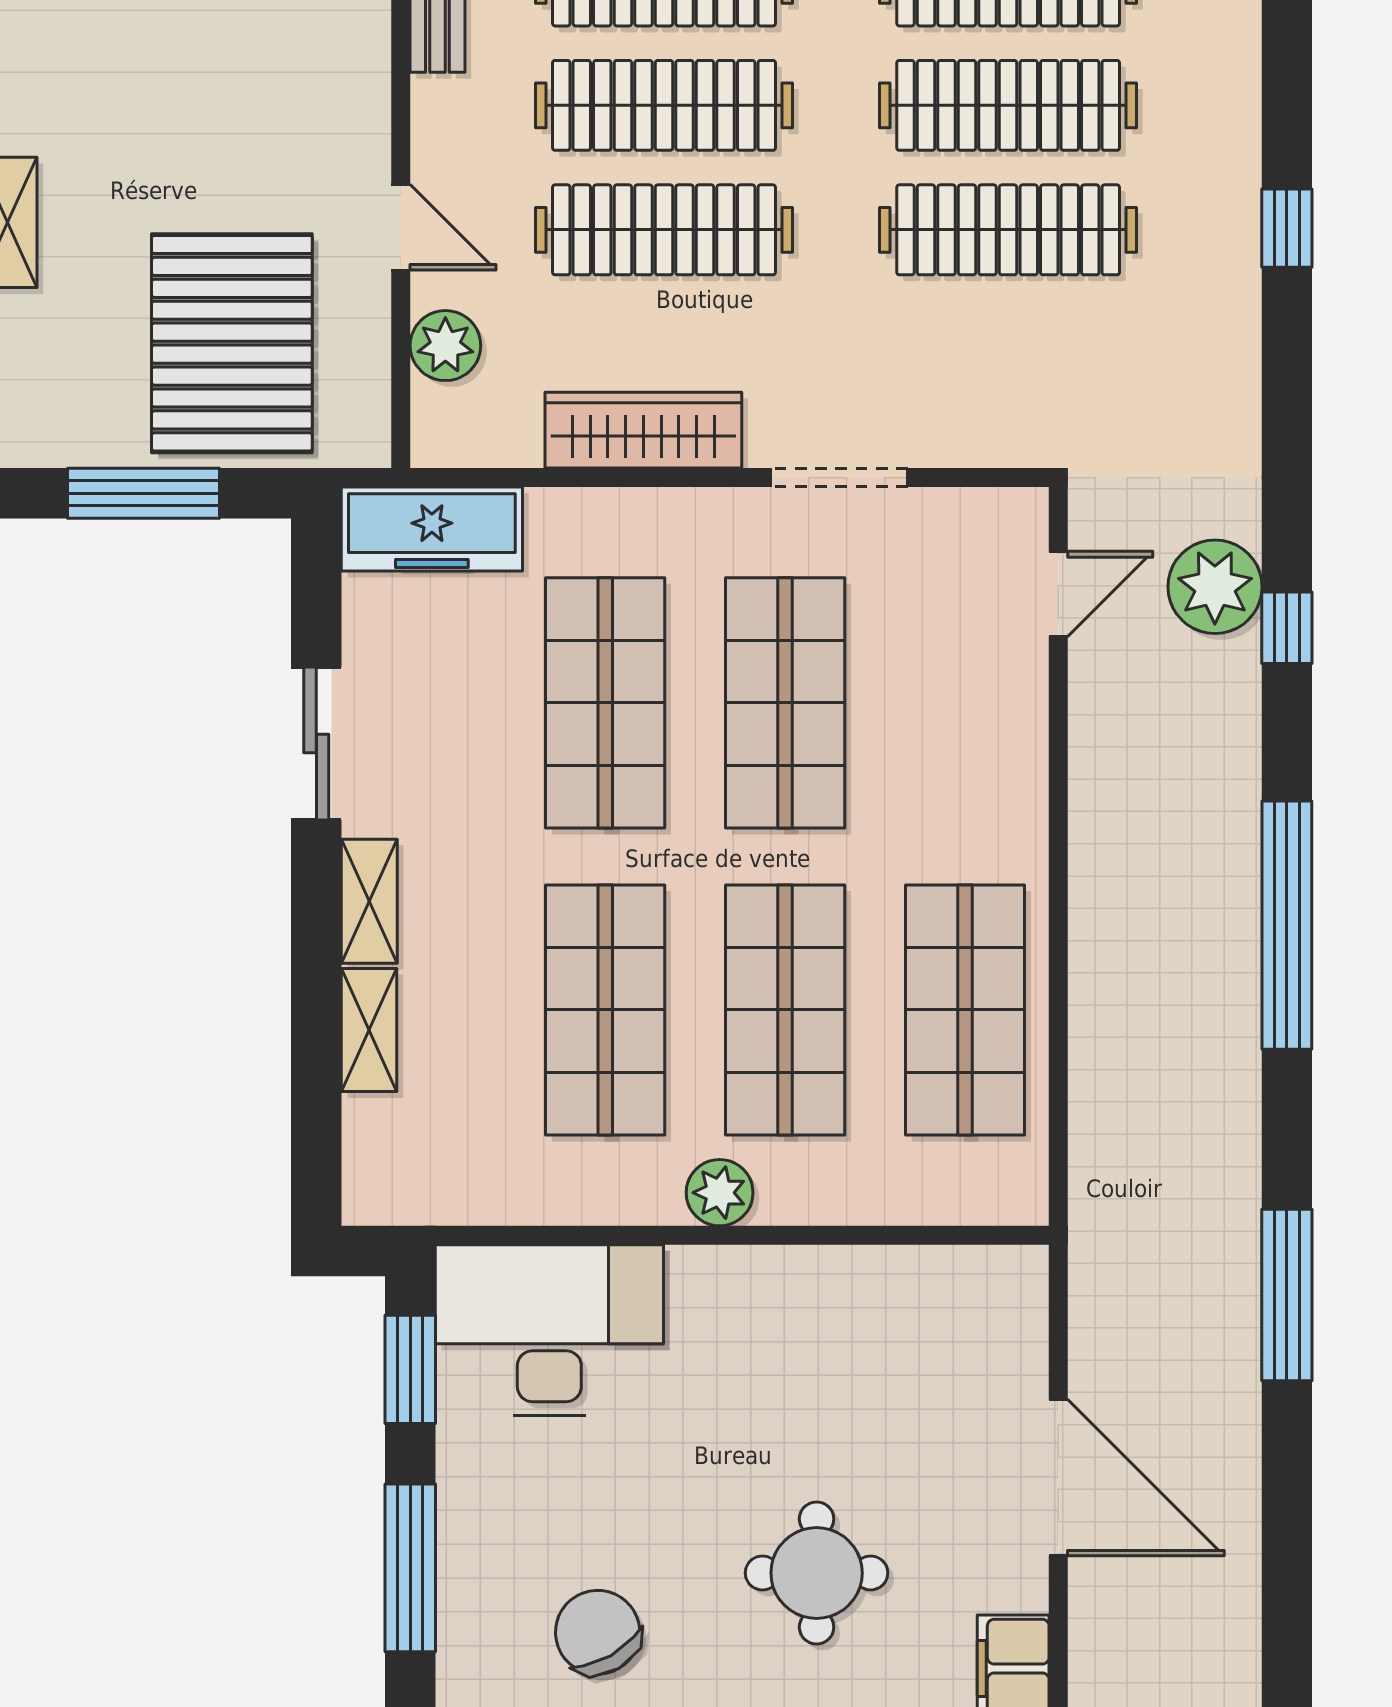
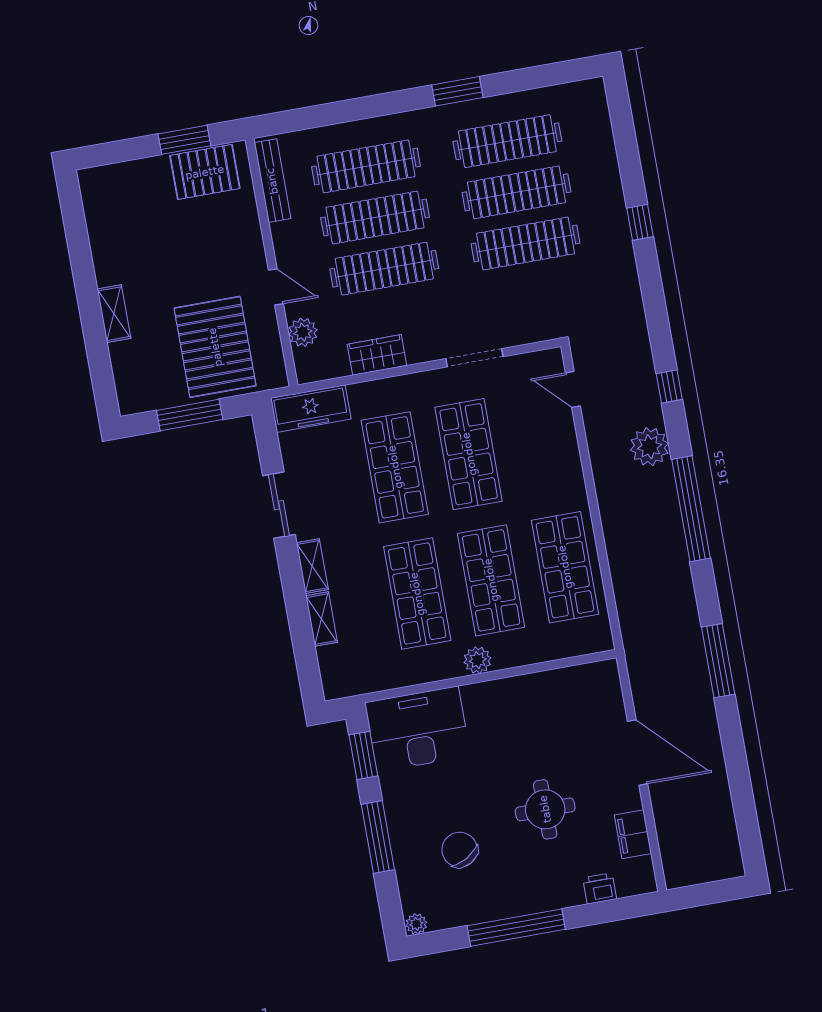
wardrobe: (643, 430) -> (377, 355), width x0.67
plant: (1215, 587) -> (649, 447), moved
door: (1058, 594) -> (573, 389), swing flipped

